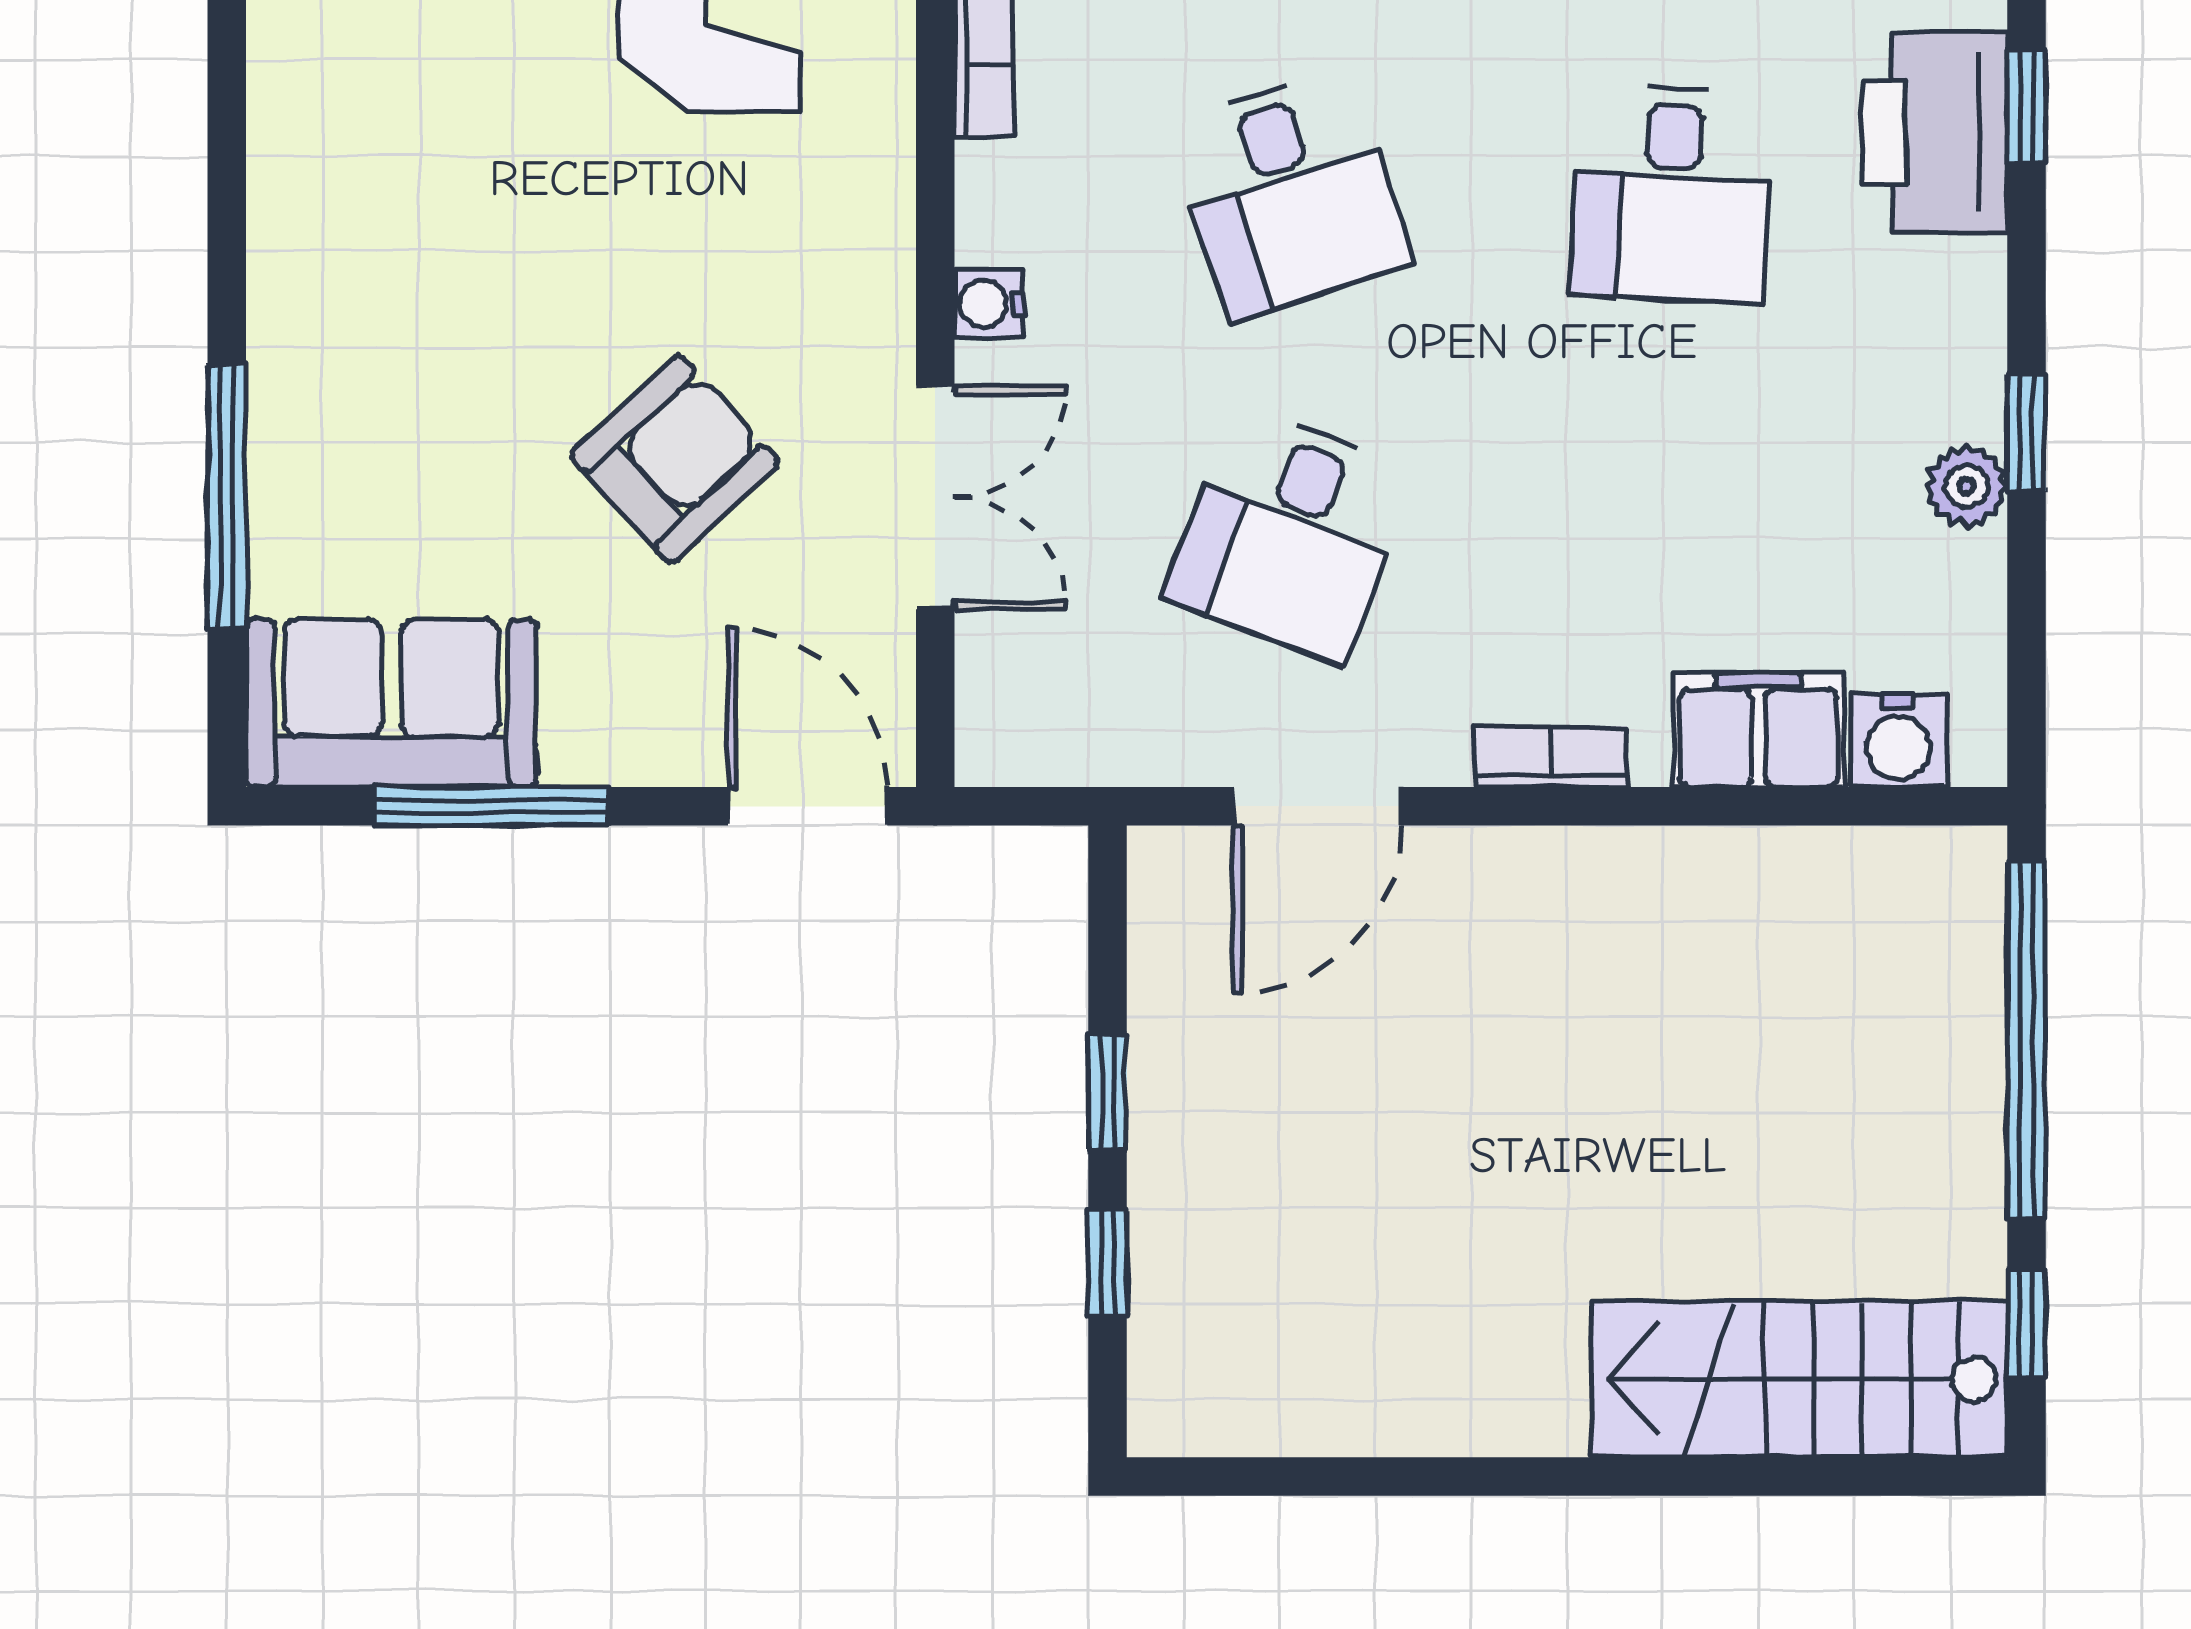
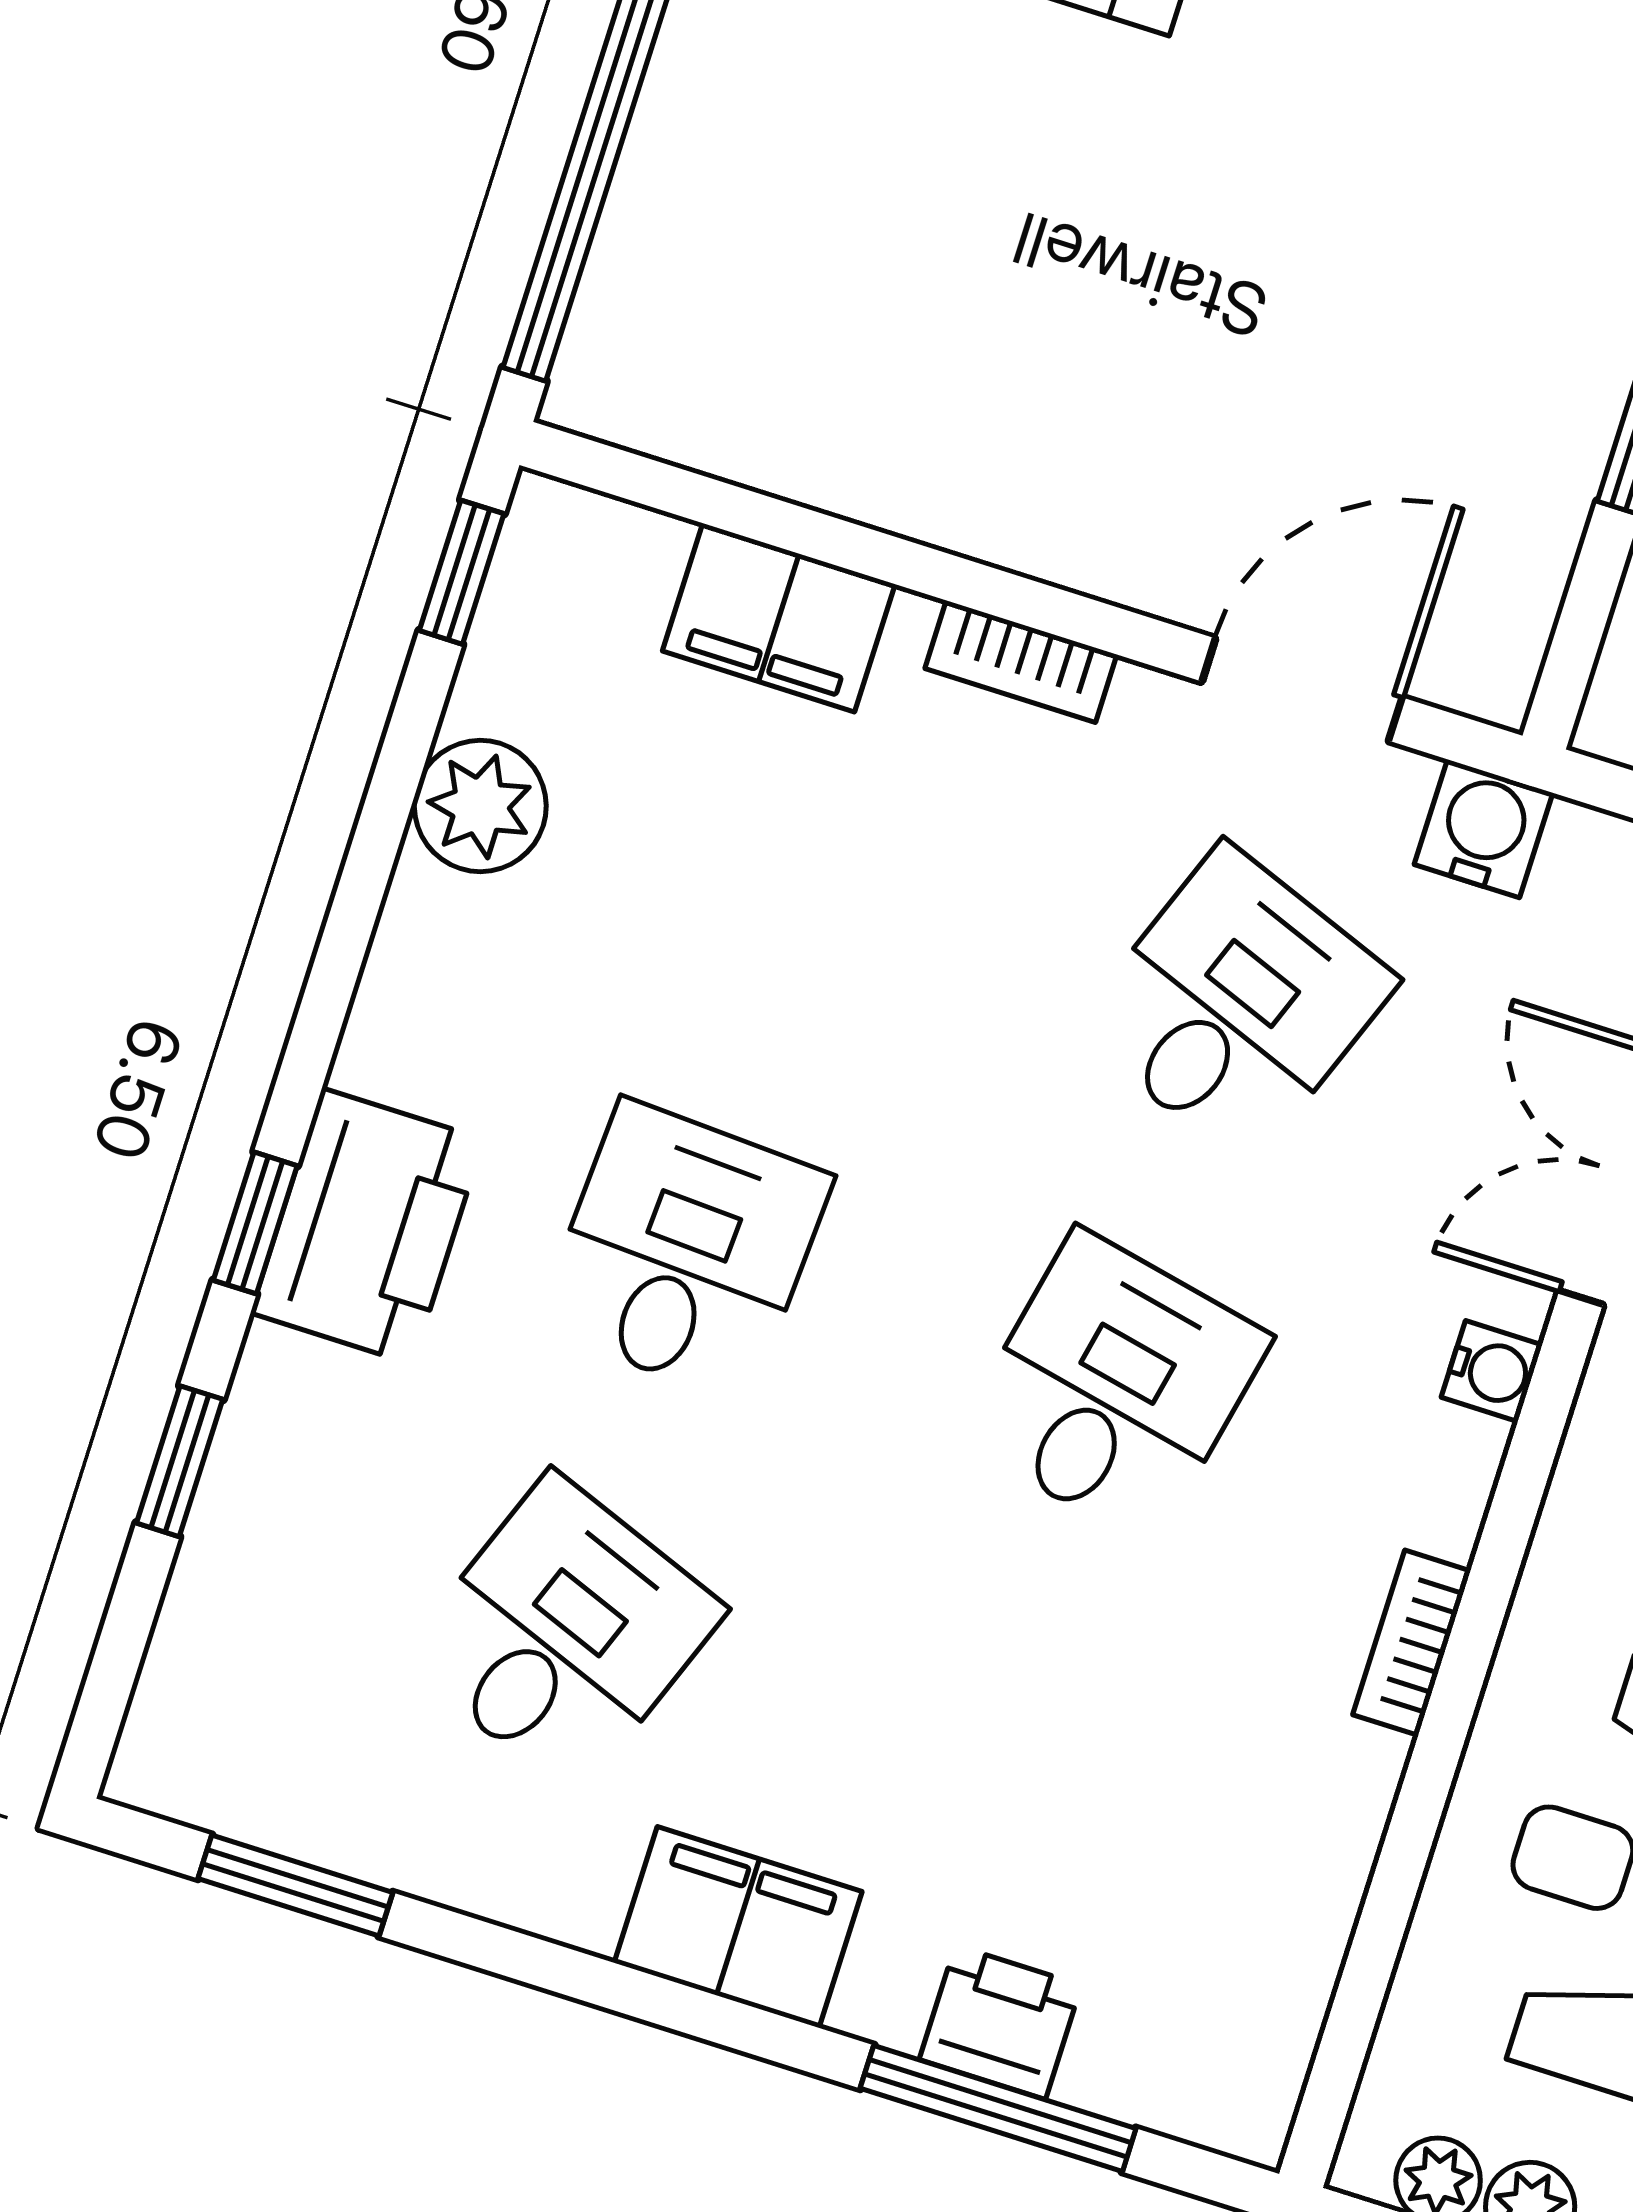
desk: (1290, 194) -> (1114, 1388), turned 30
window: (2026, 432) -> (462, 572), moved
plant: (1967, 486) -> (480, 806), width x1.38, depth x1.38
water cooler: (1898, 740) -> (1484, 829), moved

